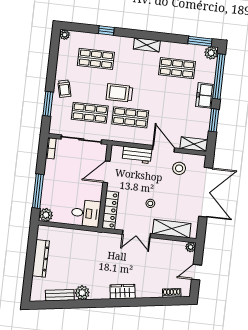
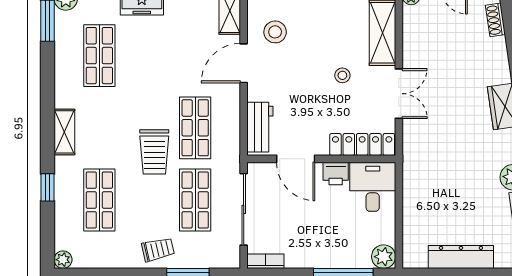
shelving: (147, 45) -> (64, 132), moved
workbench: (137, 155) -> (260, 127), moved
printer: (96, 193) -> (336, 174), added

